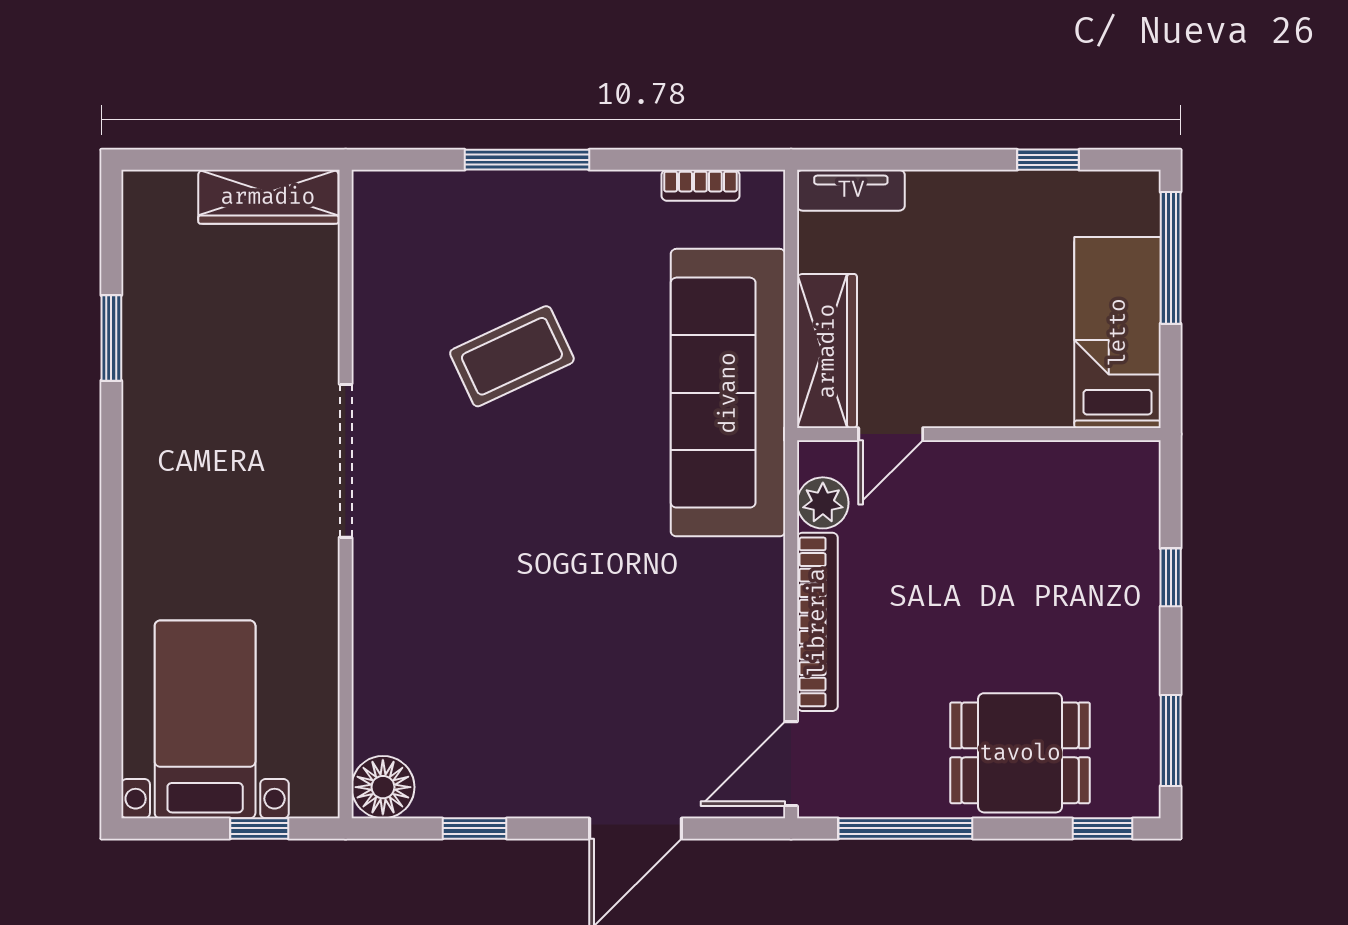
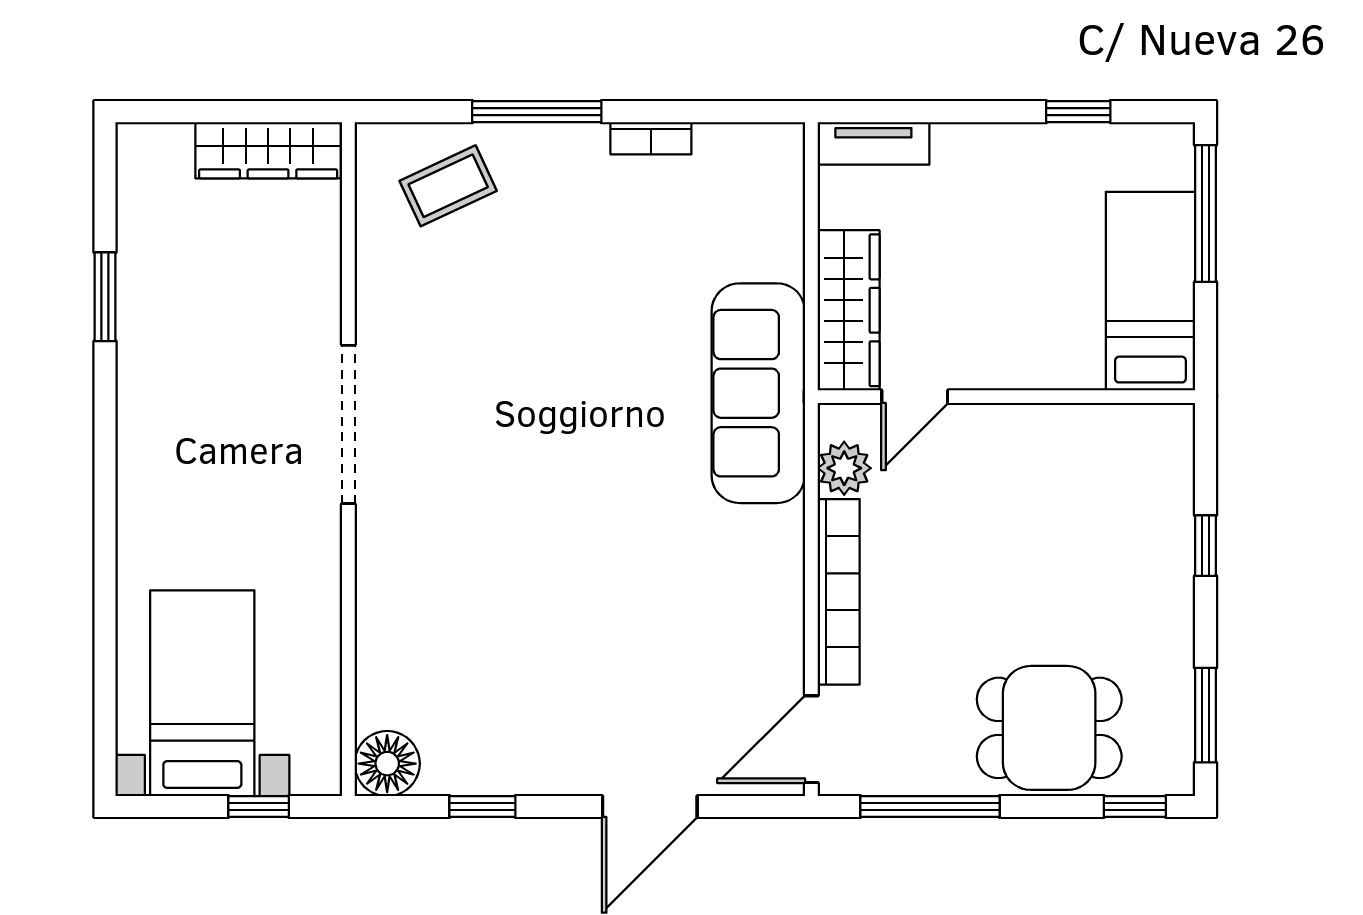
bookcase: (700, 185) -> (651, 138), moved
coffee table: (512, 356) -> (448, 186), moved, width x0.73, depth x0.77
sofa: (728, 393) -> (758, 393), width x0.74, depth x0.79

